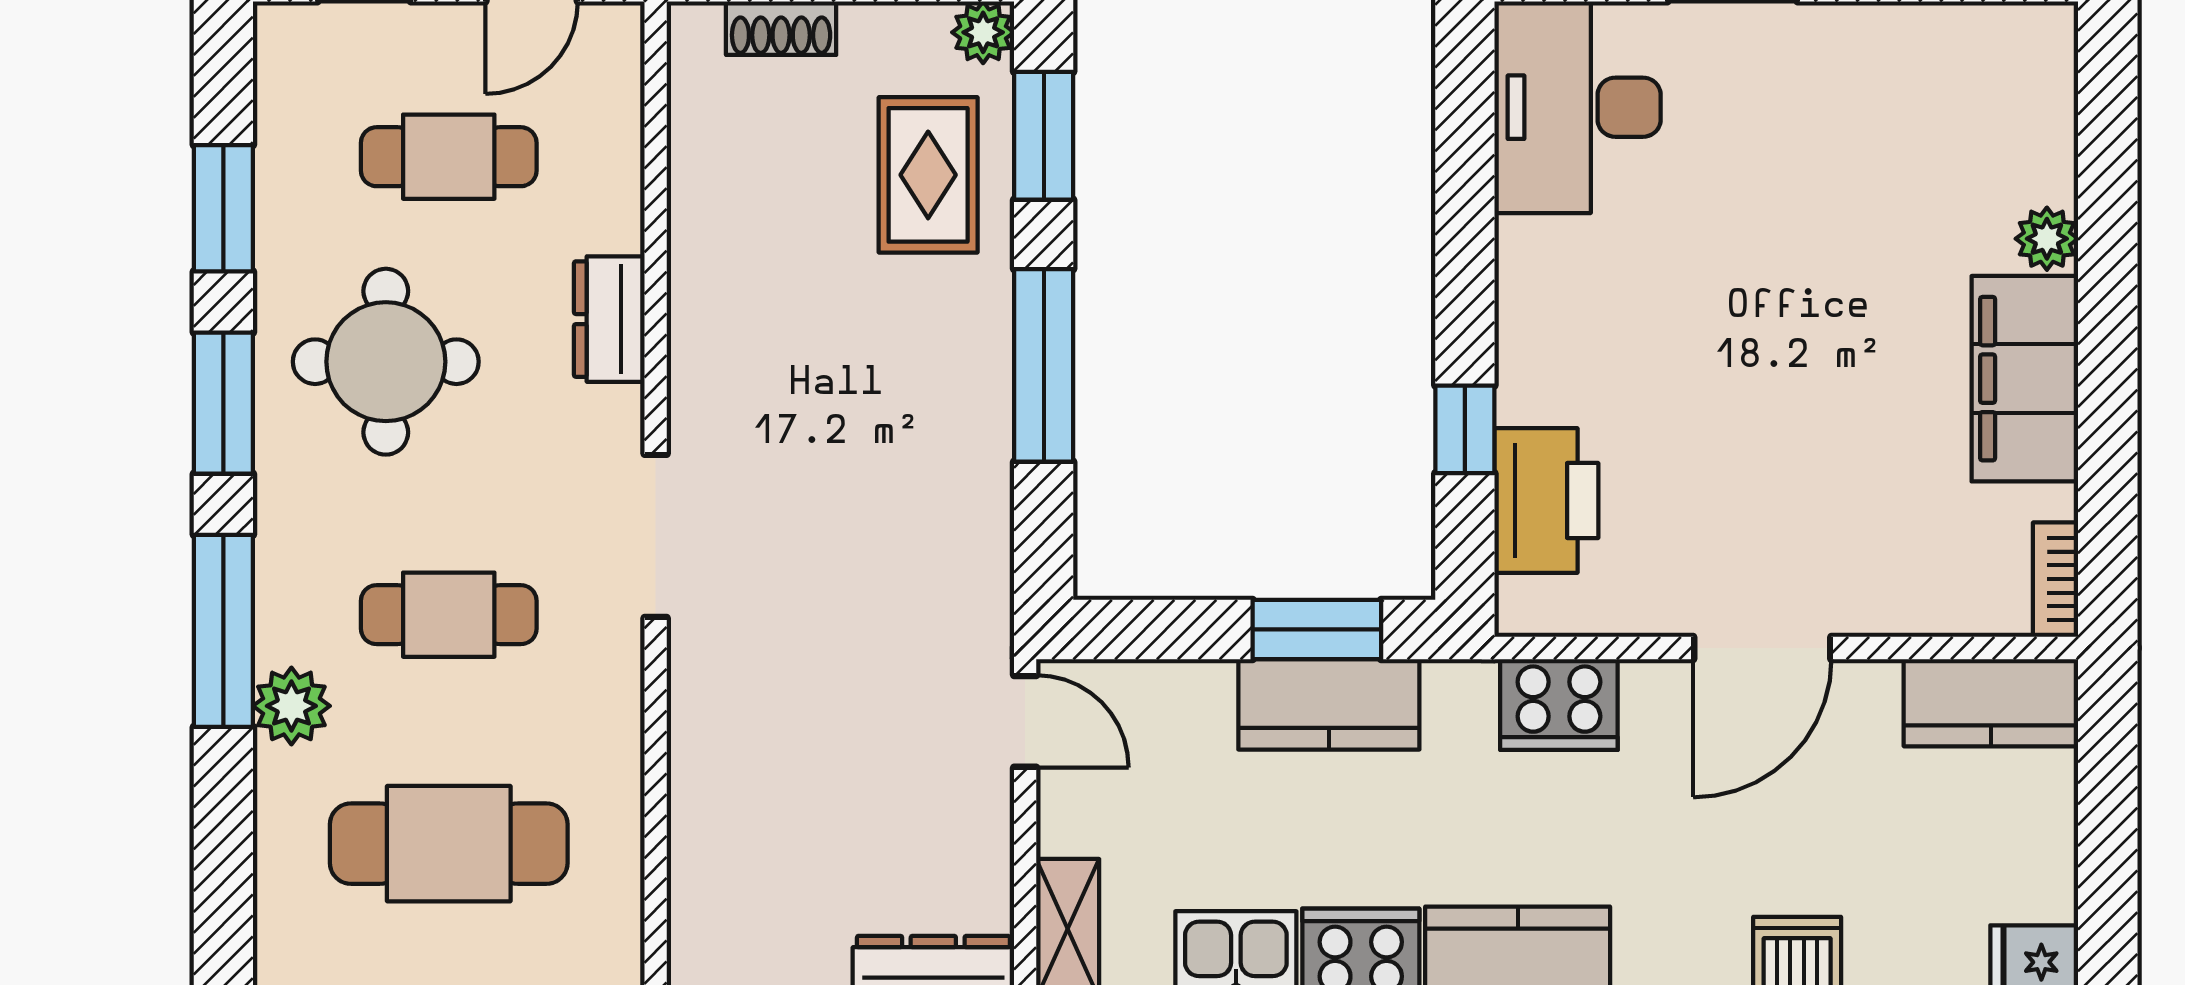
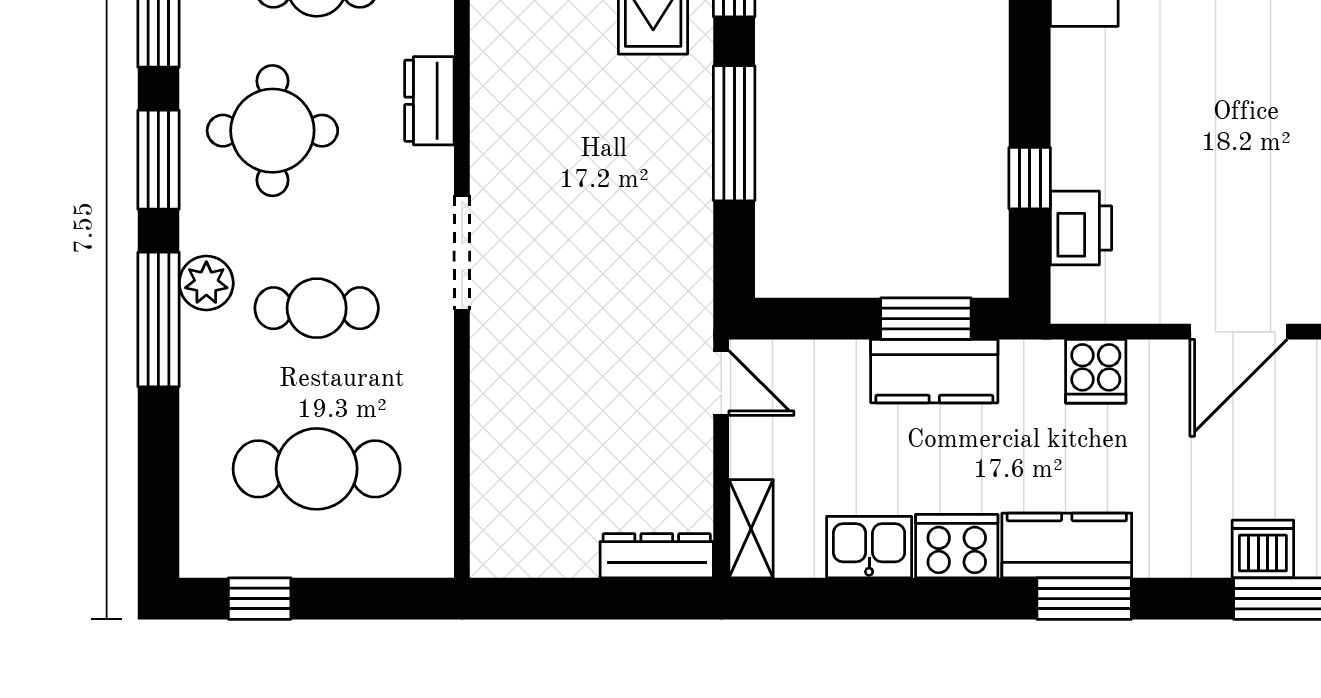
printer: (1546, 501) -> (1081, 228), width x0.73, depth x0.84
cooker: (1559, 704) -> (1096, 371), width x0.73
plant: (291, 706) -> (206, 283), moved

